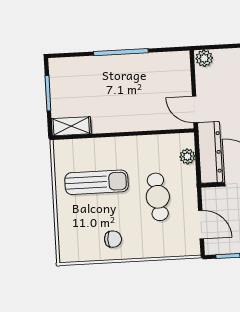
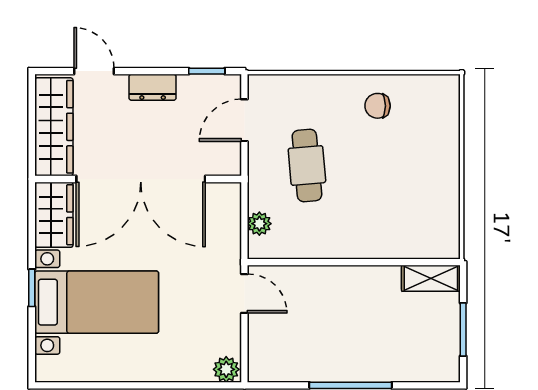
dresser: (210, 152) -> (225, 228), removed
sun lounger: (97, 182) -> (398, 192), removed
door: (201, 225) -> (244, 120), hinge flipped

